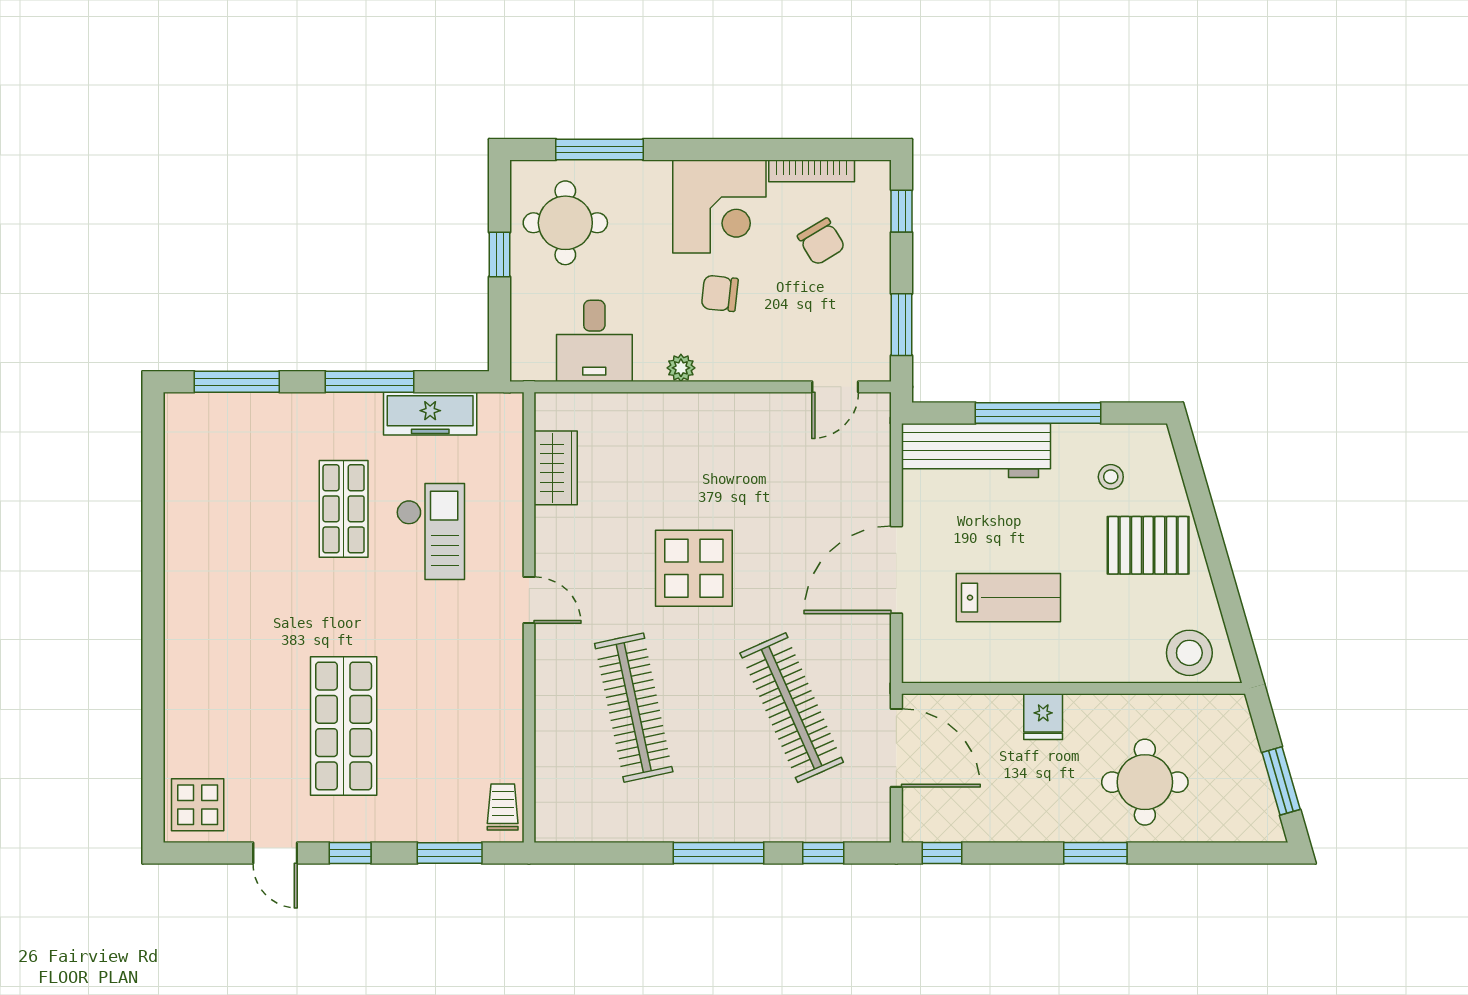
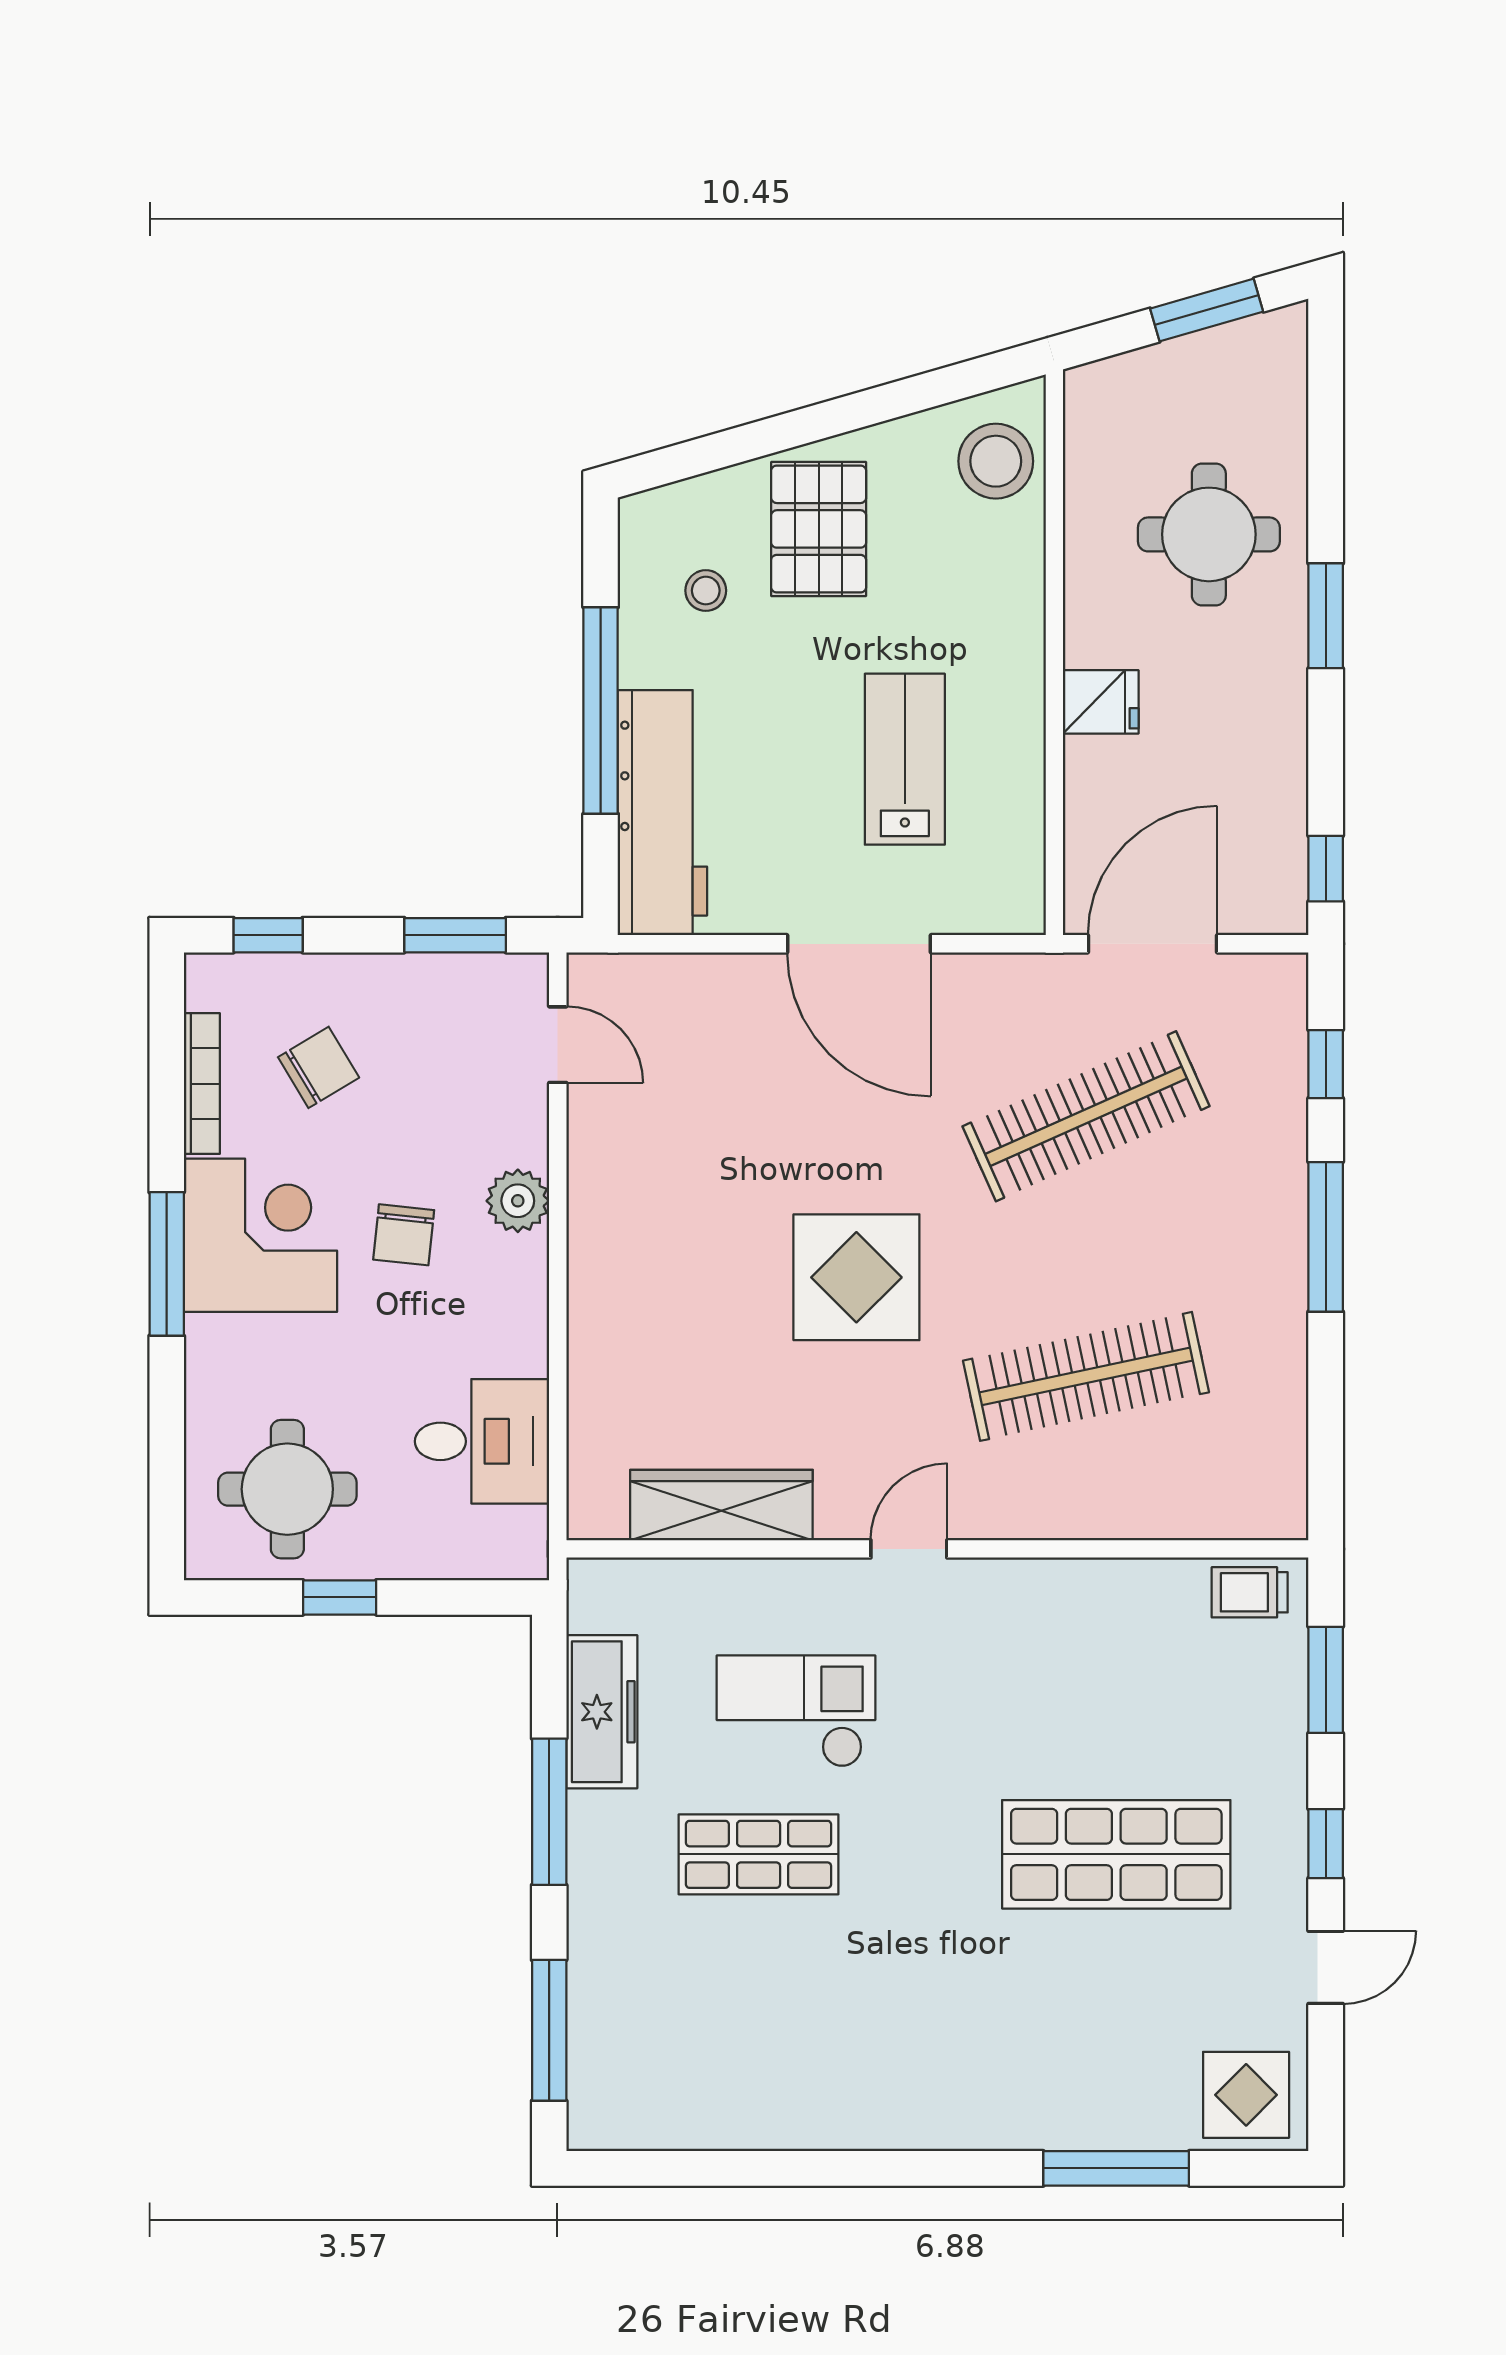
window: (599, 150) -> (167, 1264), moved
plant: (681, 368) -> (518, 1201), moved, width x1.38, depth x1.38
wardrobe: (556, 468) -> (721, 1505), width x1.50
window: (153, 726) -> (1116, 2168), added

